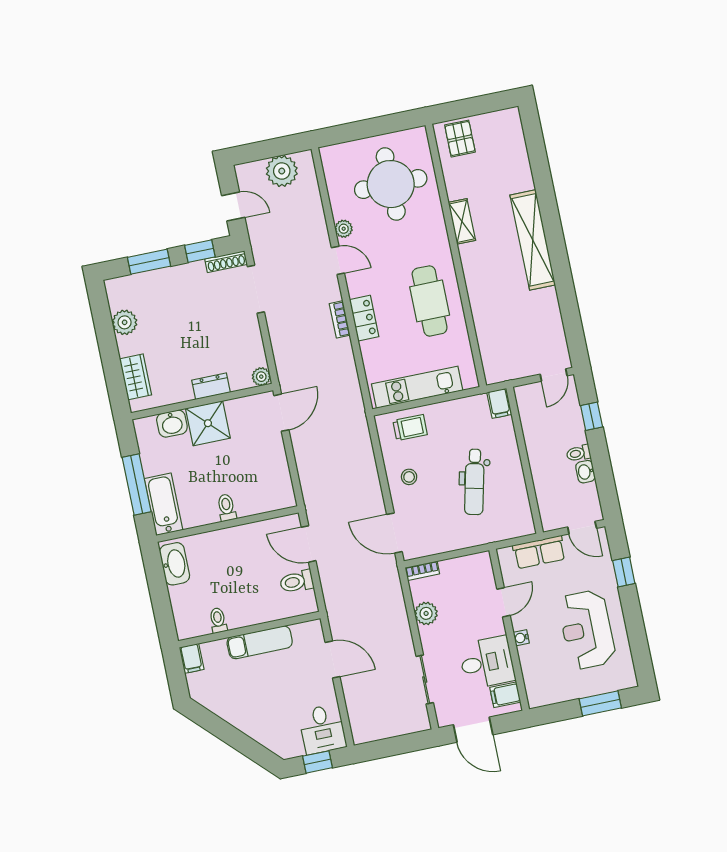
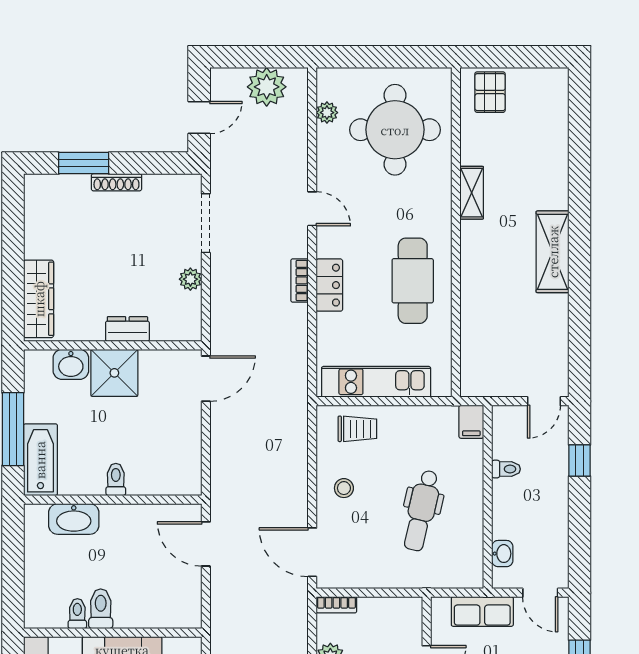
door: (233, 206) -> (199, 117), hinge flipped
plant: (344, 229) -> (327, 113), moved
shelving: (533, 240) -> (553, 252), width x0.68
window: (200, 251) -> (148, 163), removed
shoe rack: (226, 262) -> (116, 182), moved
plant: (125, 322) -> (39, 230), removed
wardrobe: (136, 377) -> (39, 299), width x1.50
plant: (261, 377) -> (190, 279), moved
toilet: (579, 453) -> (506, 469), moved, turned 180
washbasin: (585, 472) -> (502, 554), moved, turned 180
washbasin: (175, 564) -> (74, 519), moved, turned 90
toilet: (297, 582) -> (101, 609), moved, turned 90

